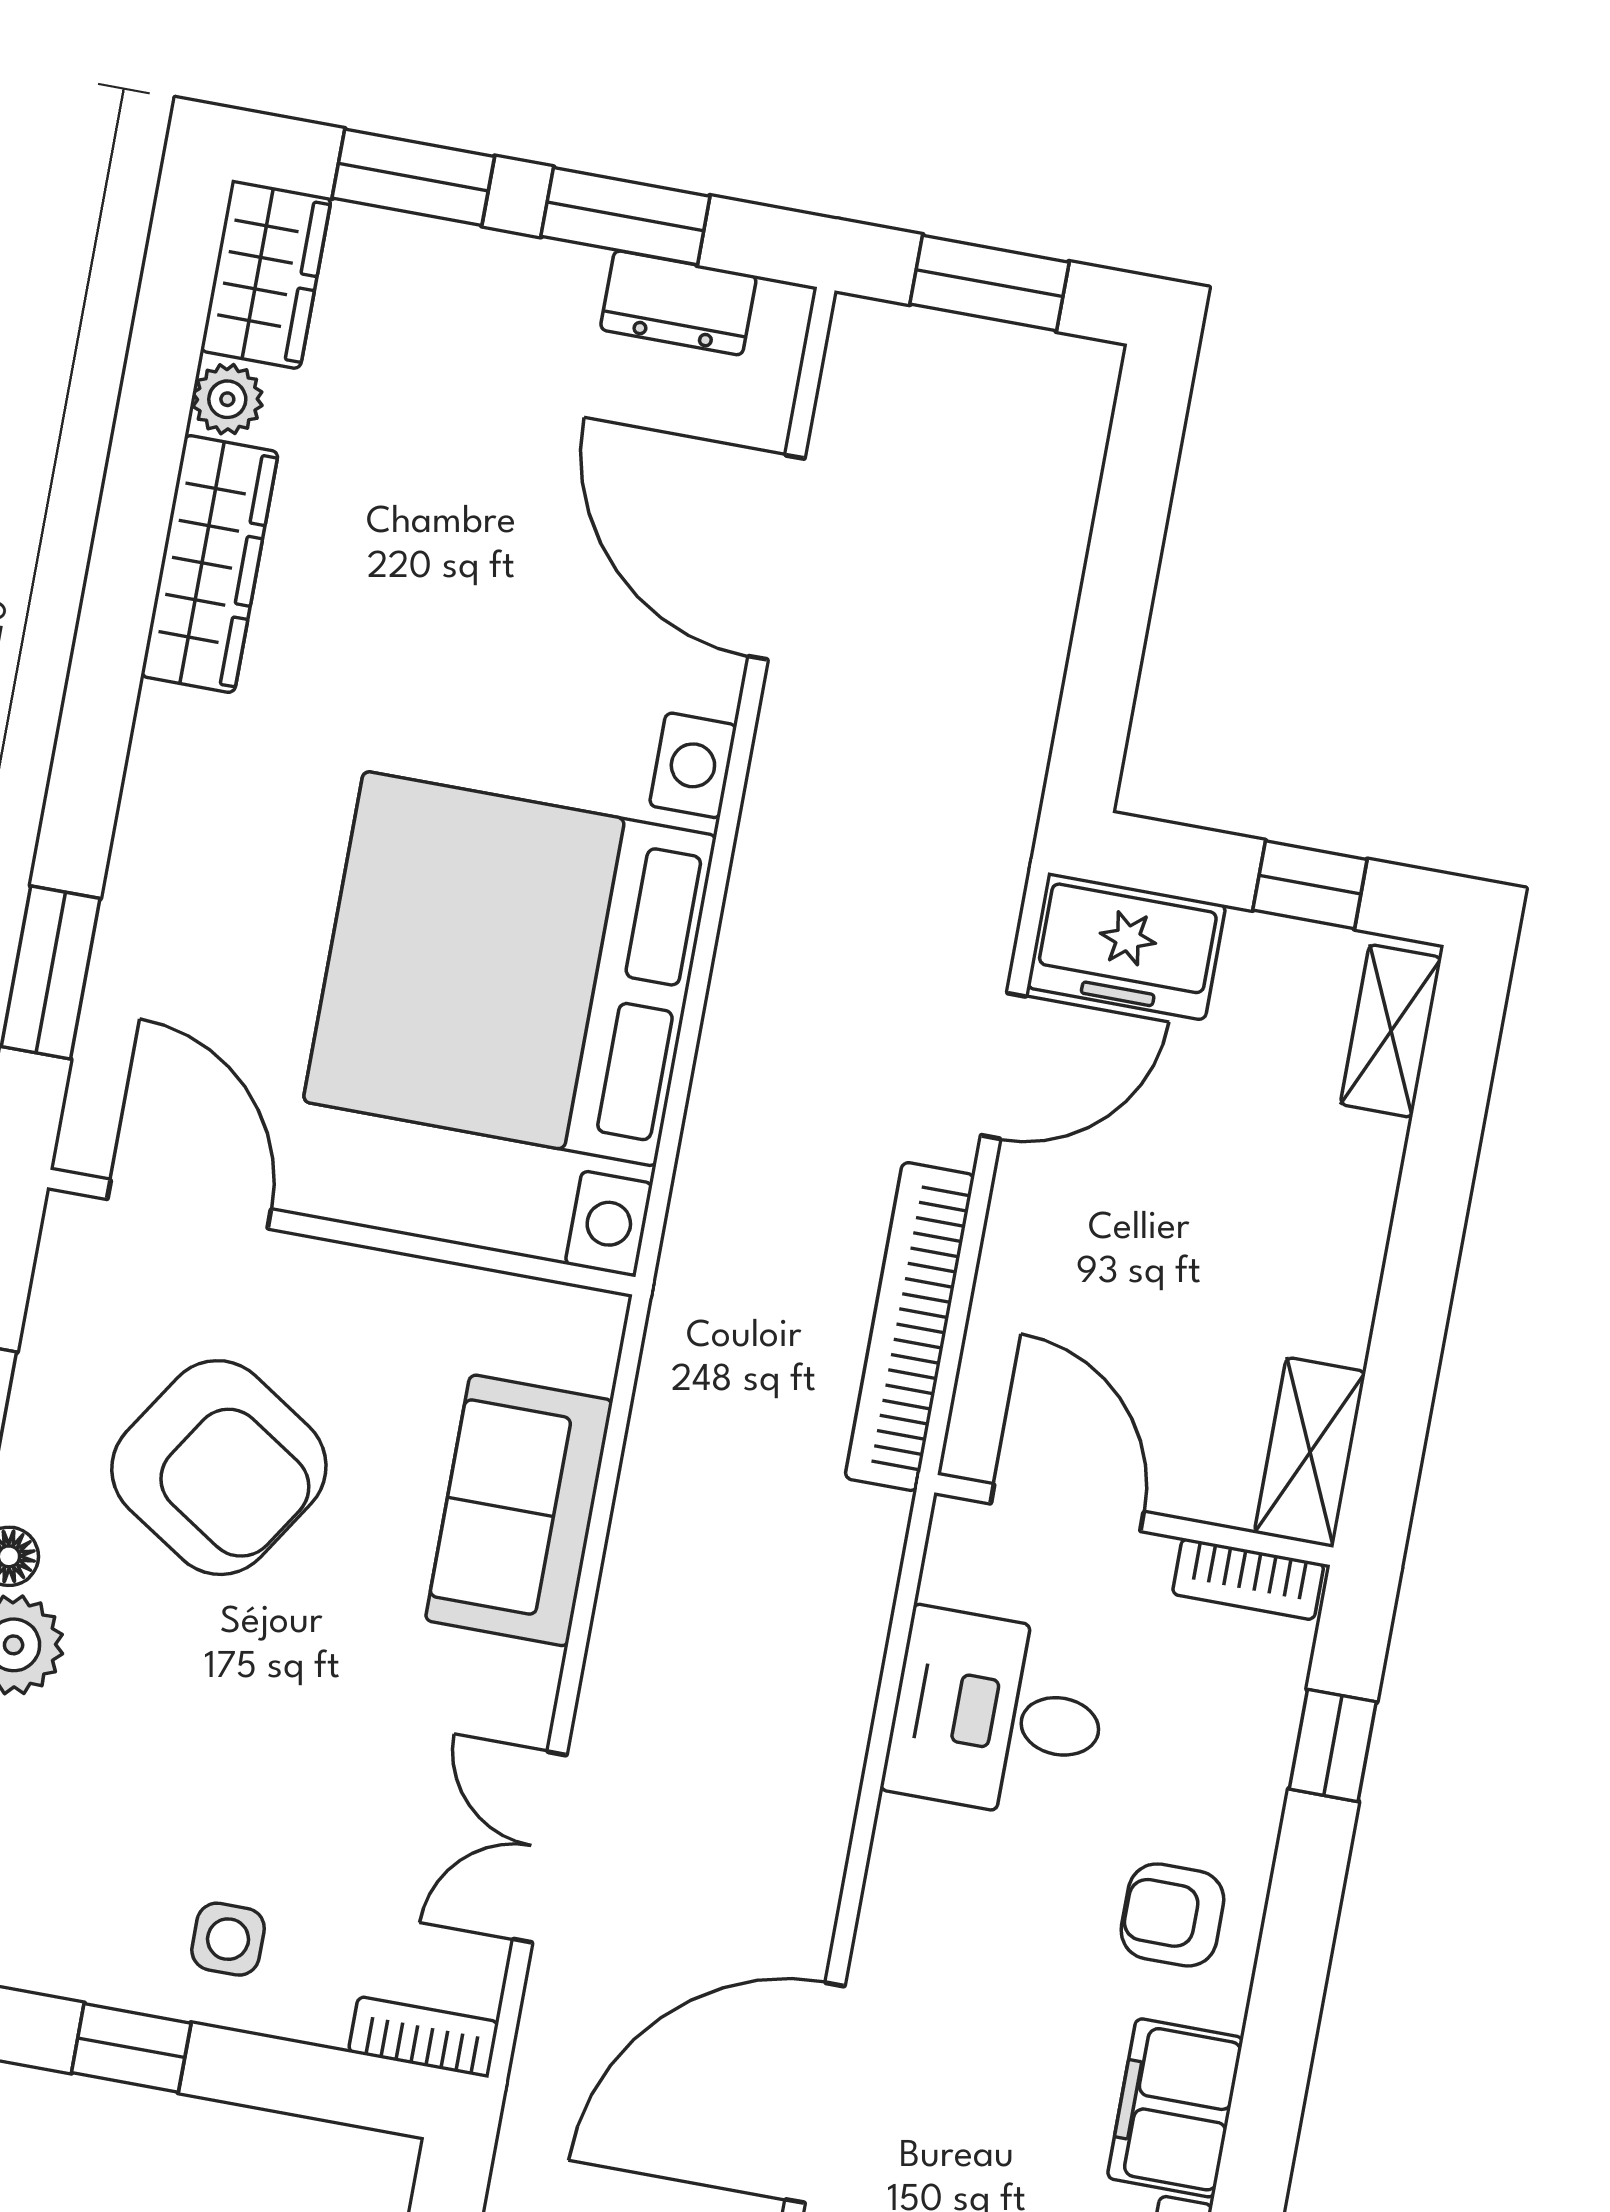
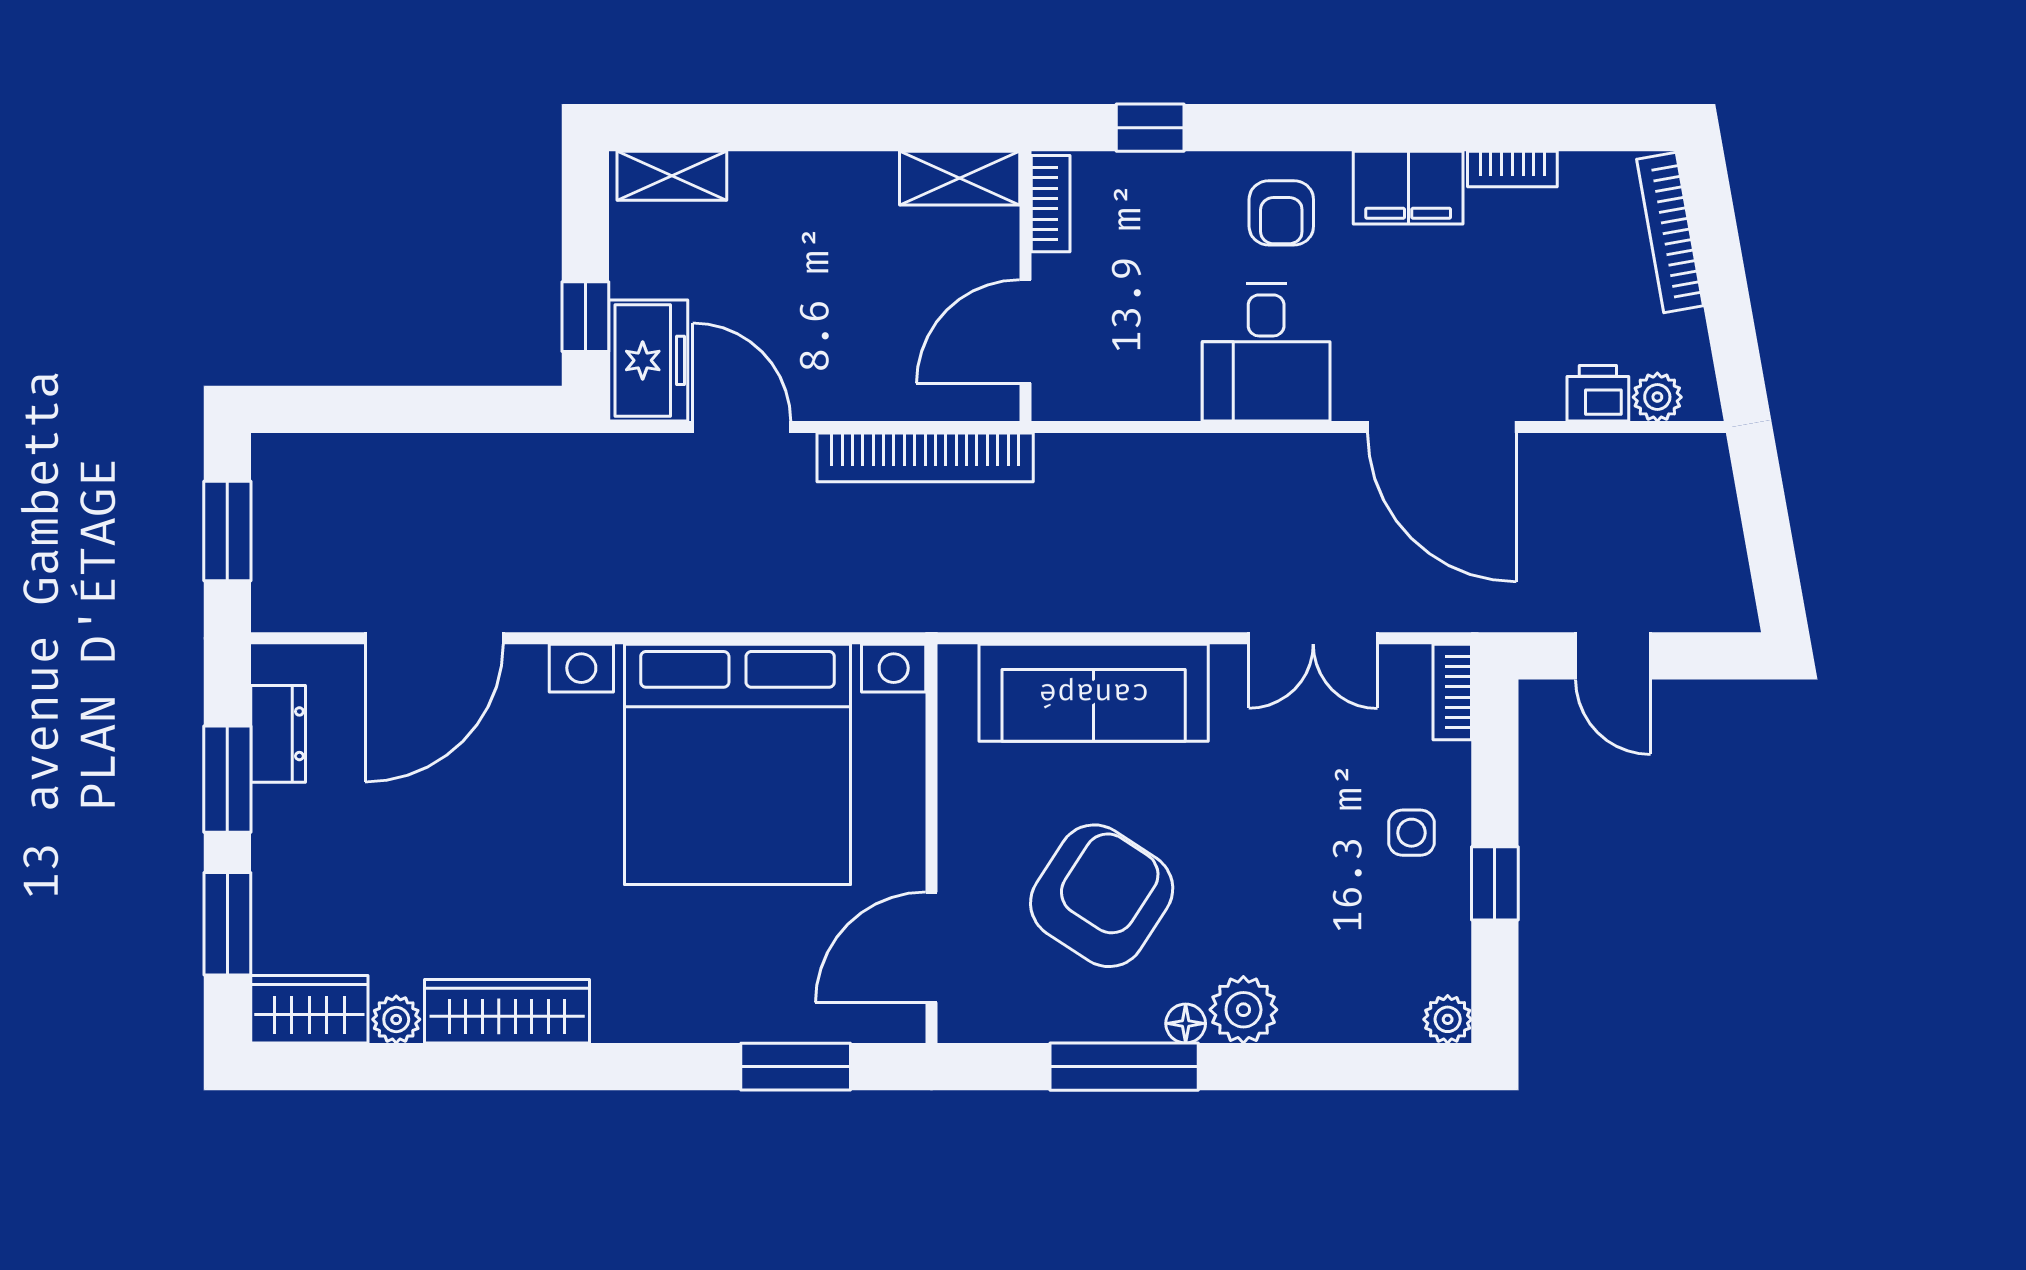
window: (1310, 885) -> (585, 317), moved
sofa: (519, 1510) -> (1094, 693), width x1.36
desk: (997, 1715) -> (1266, 352), moved

